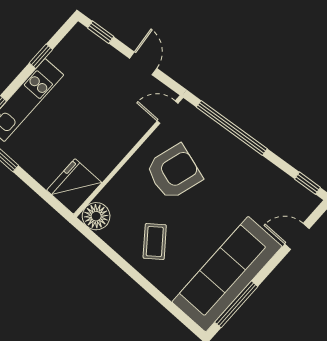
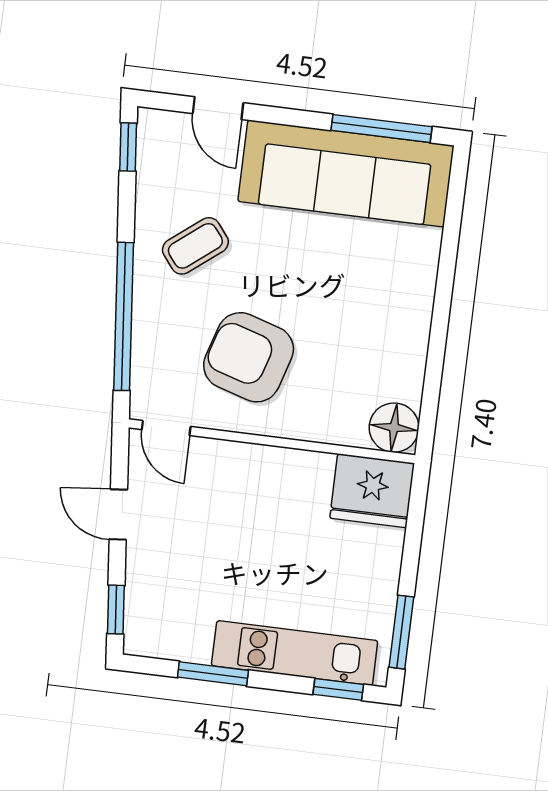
window: (41, 56) -> (213, 674), width x1.50
door: (143, 63) -> (118, 514), hinge flipped
coffee table: (155, 242) -> (195, 246), moved

